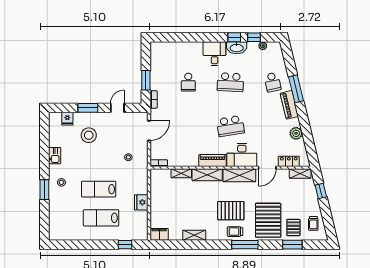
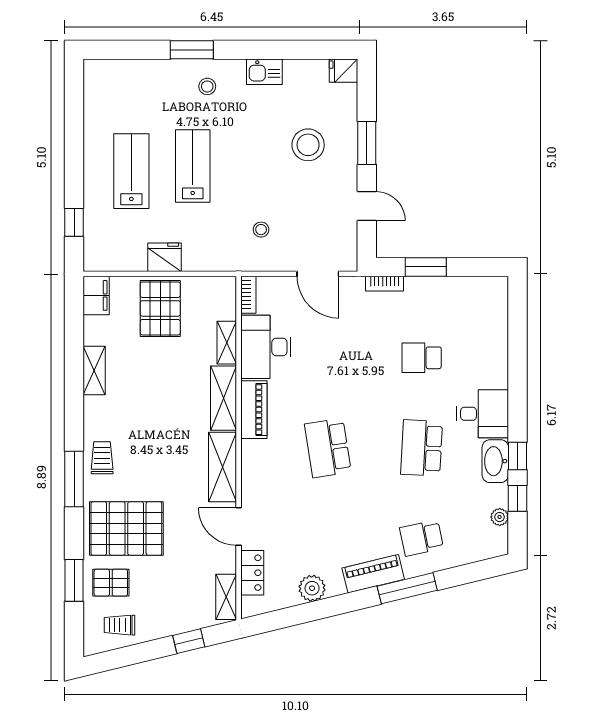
fridge: (67, 119) -> (344, 71), moved
desk: (242, 155) -> (266, 347), moved
pallet: (231, 211) -> (160, 308), moved

